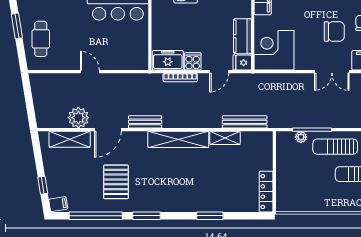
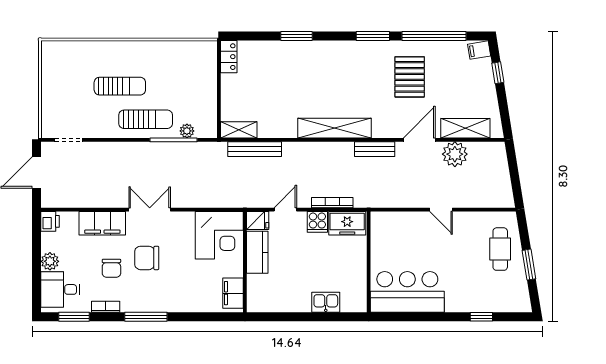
shelving: (225, 138) -> (239, 130), moved
locker: (266, 192) -> (229, 57), width x0.66

